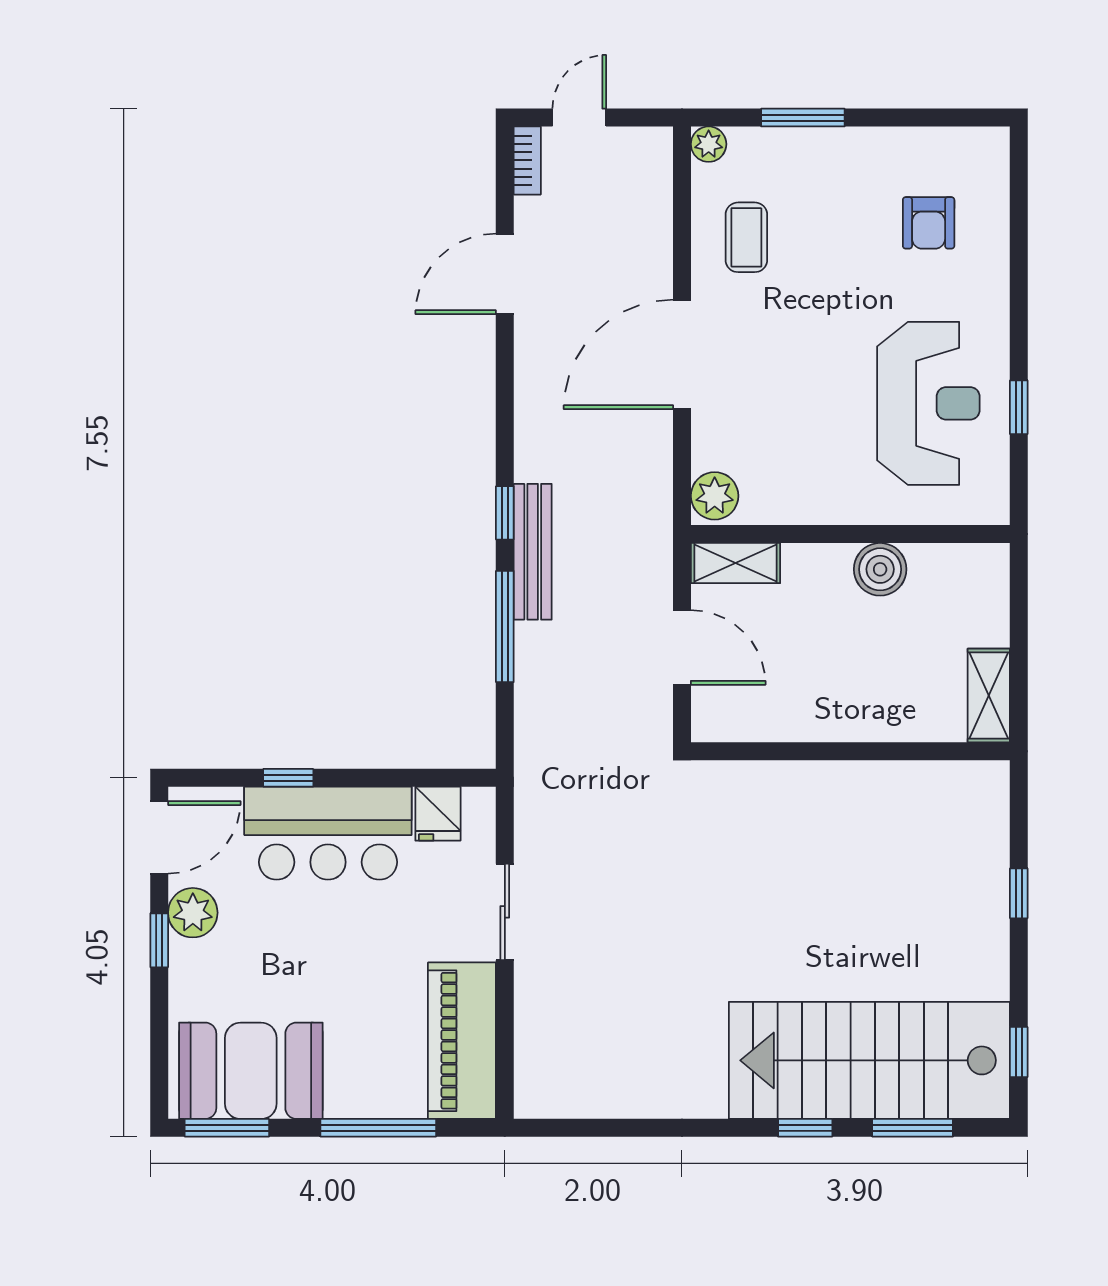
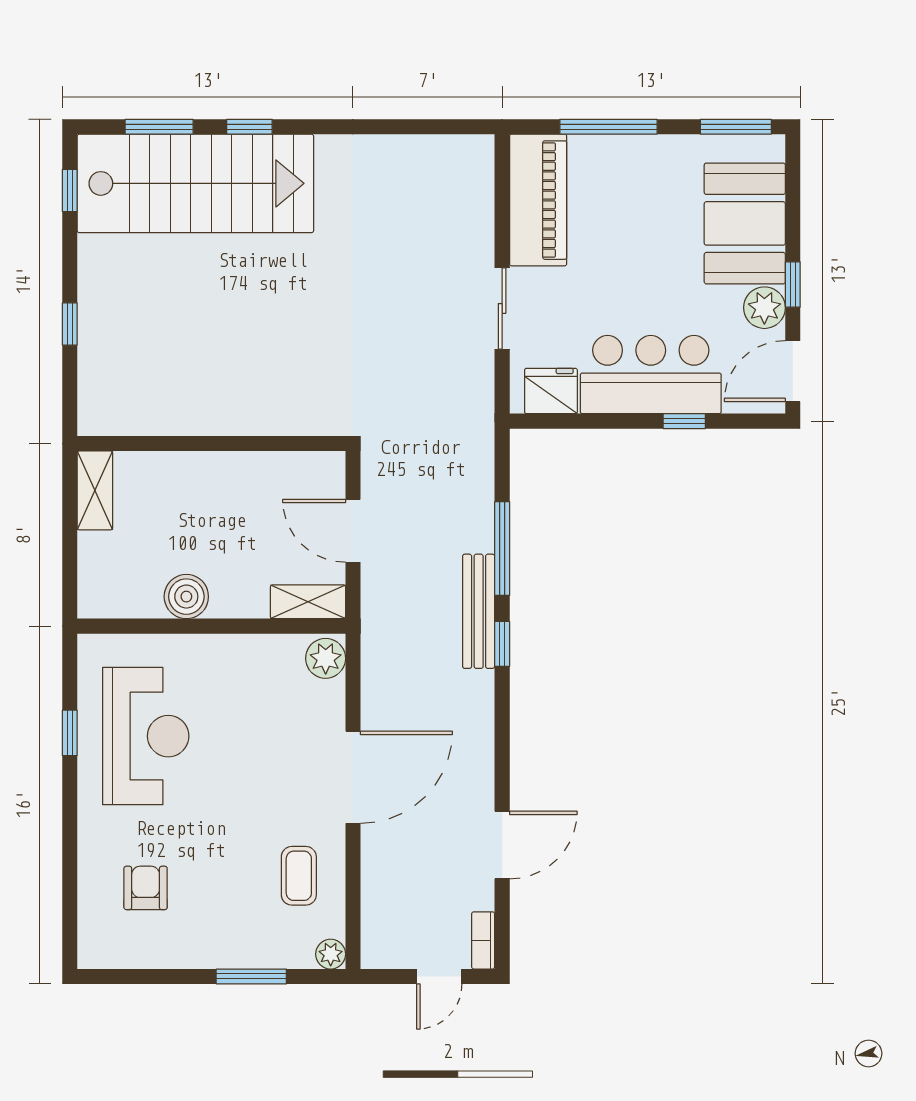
reception desk: (928, 403) -> (146, 736), turned 180
fridge: (438, 814) -> (551, 391), width x1.38
booth: (251, 1071) -> (745, 223), moved, turned 90

